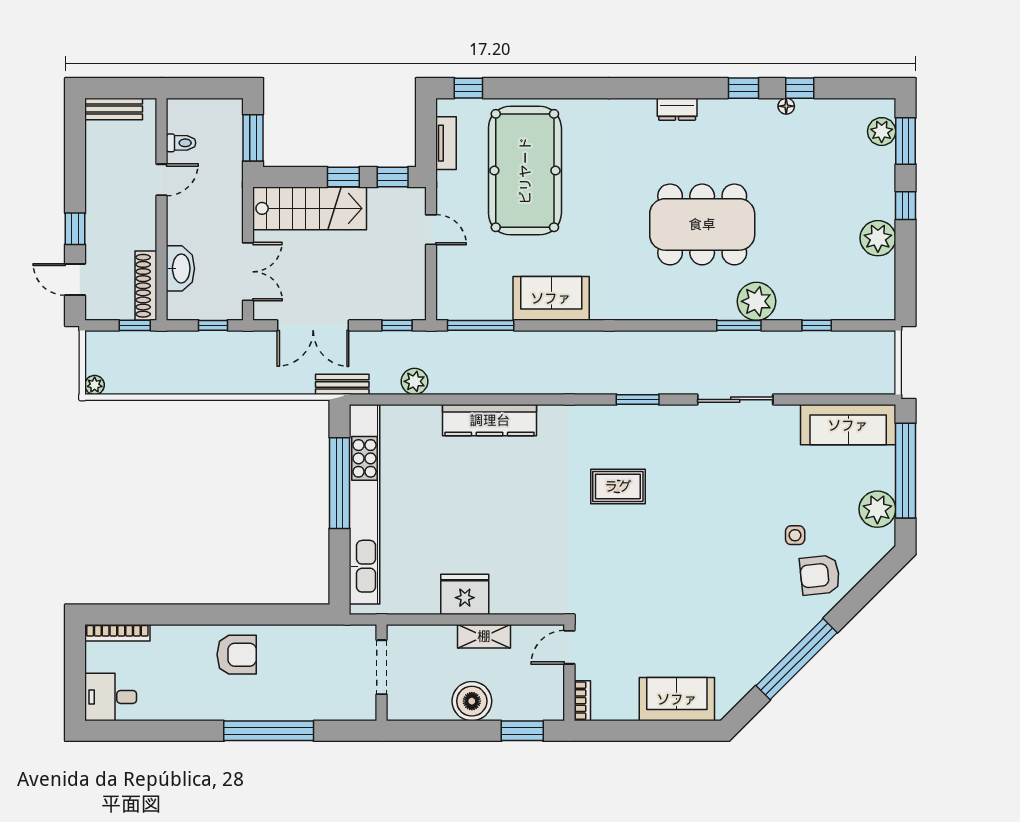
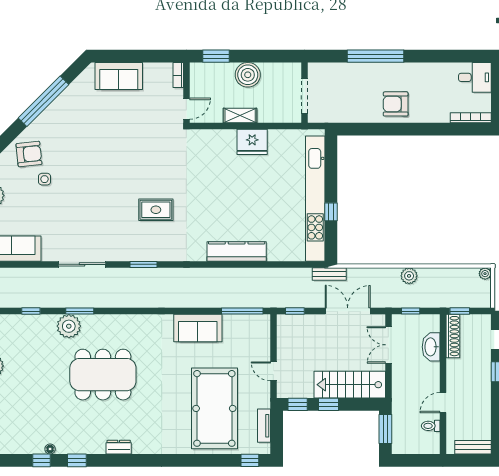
plant: (415, 381) -> (409, 276), moved
window: (340, 483) -> (331, 212), width x0.32

